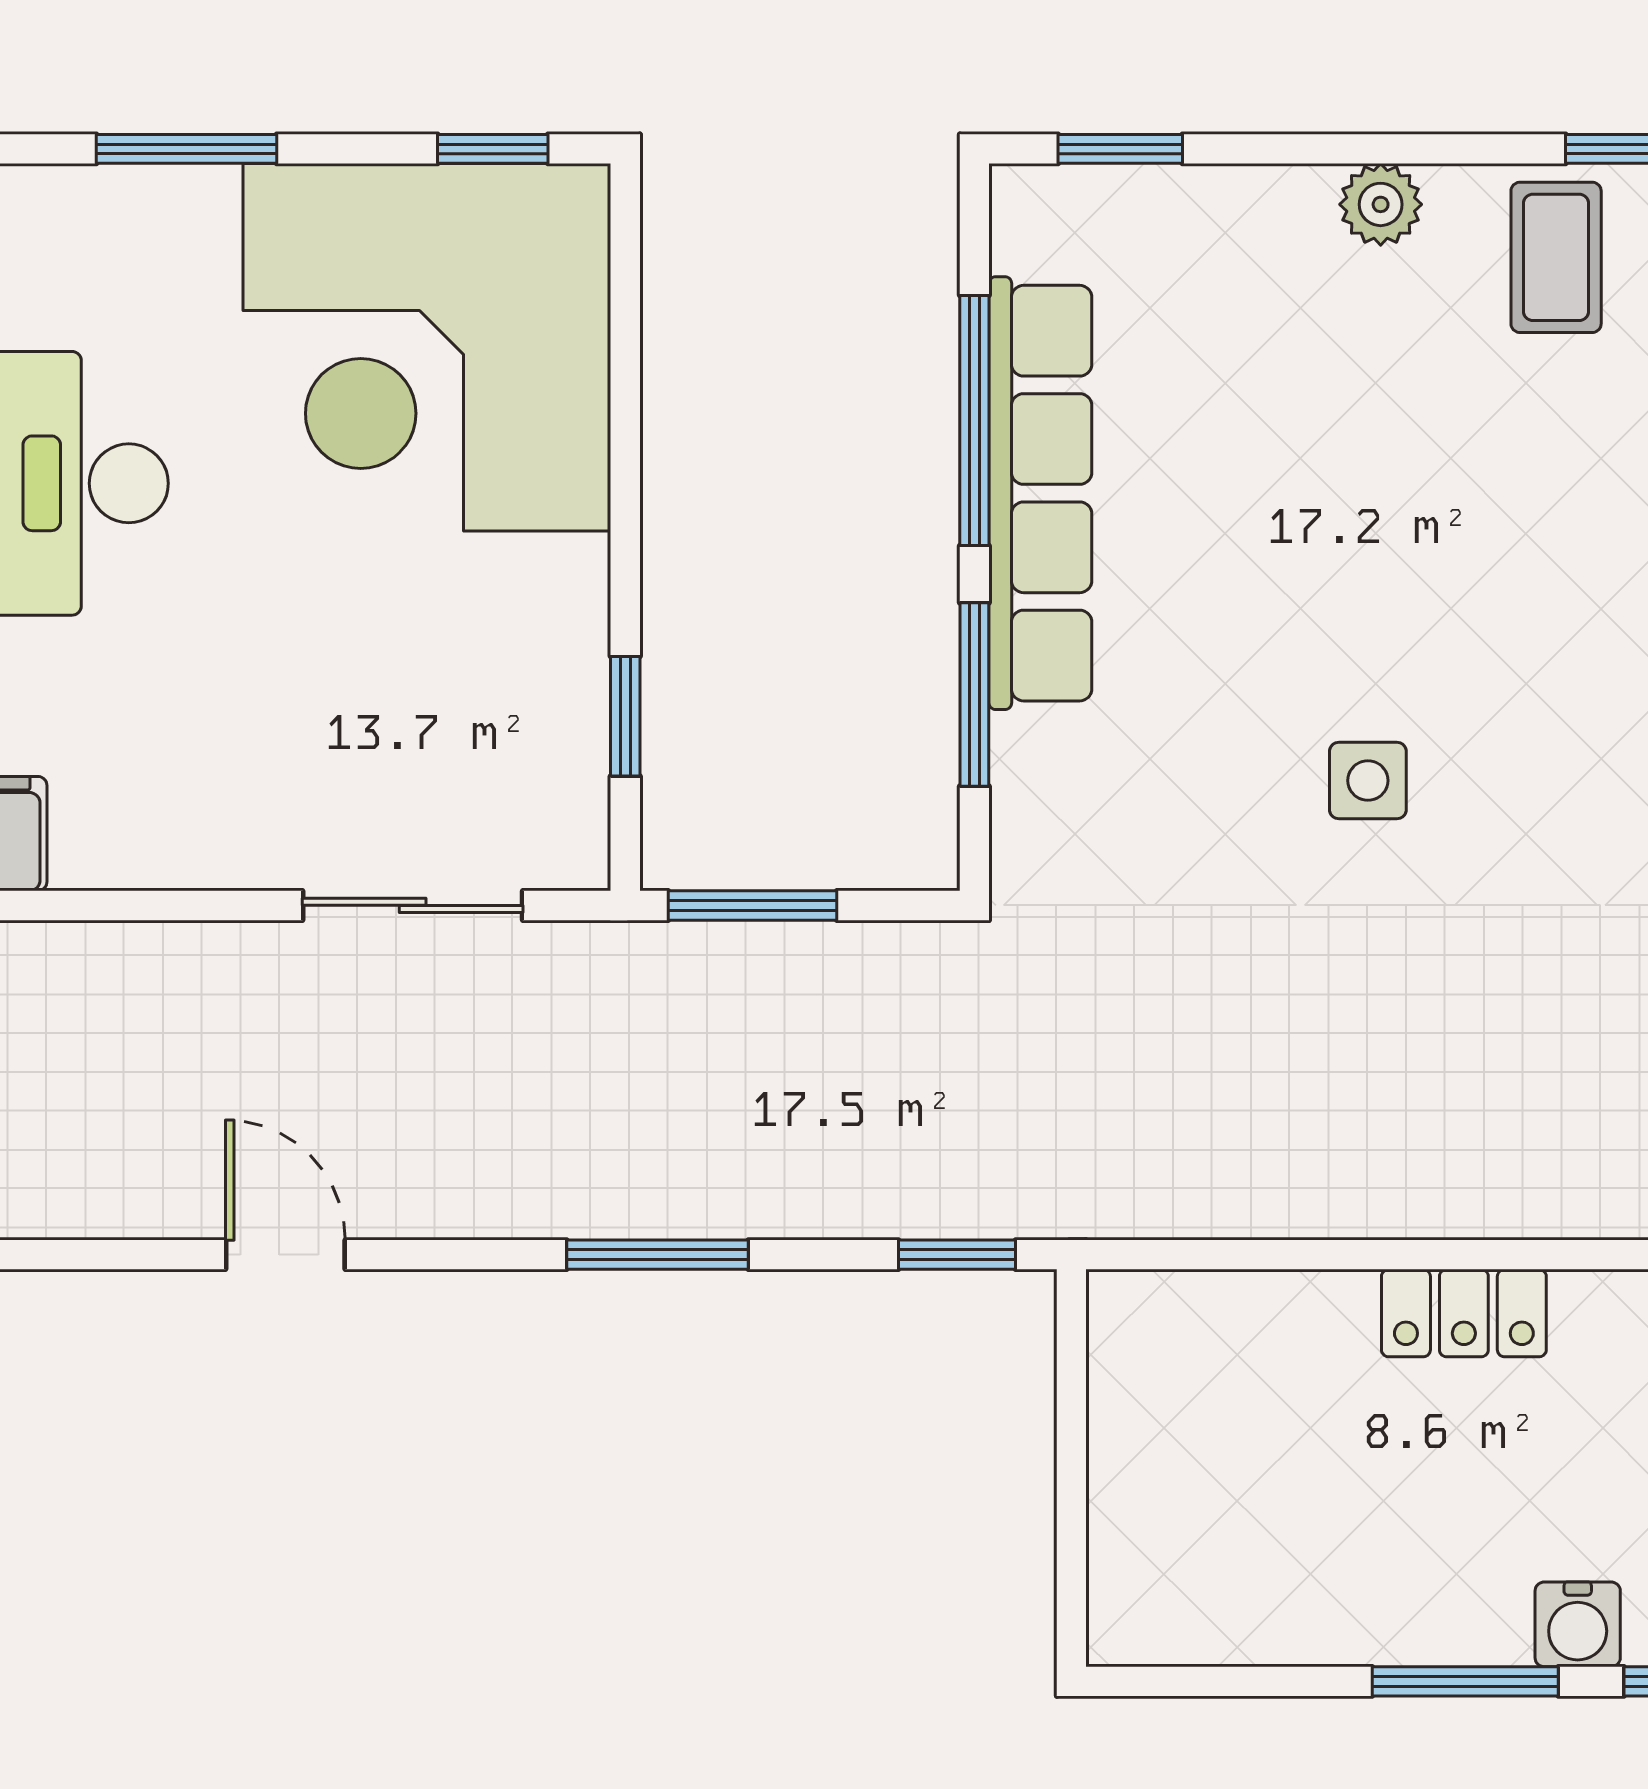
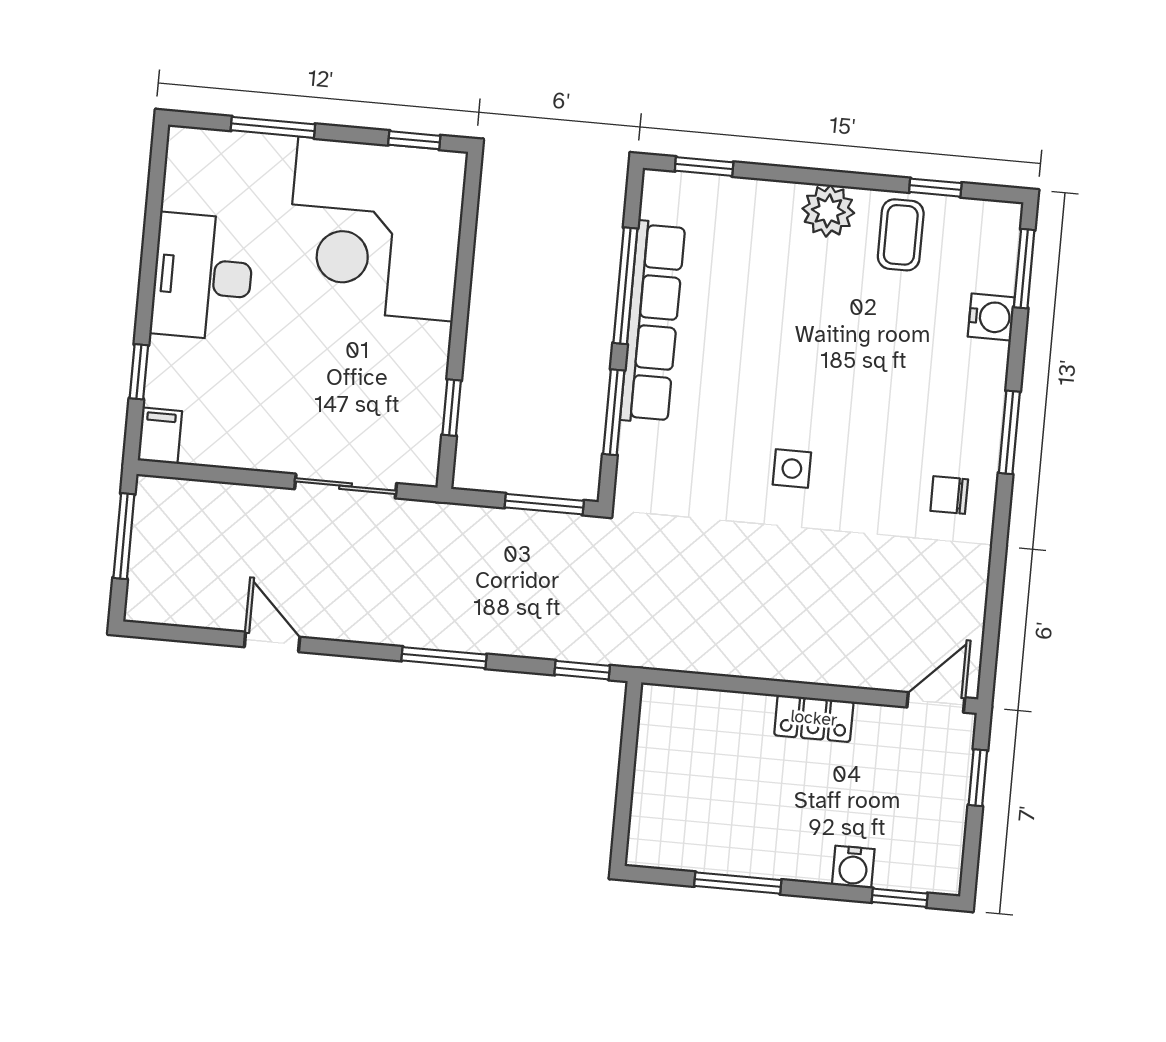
plant: (1381, 204) -> (828, 211), width x1.38, depth x1.38
window: (753, 905) -> (544, 504), moved
window: (1465, 1681) -> (738, 883), moved

